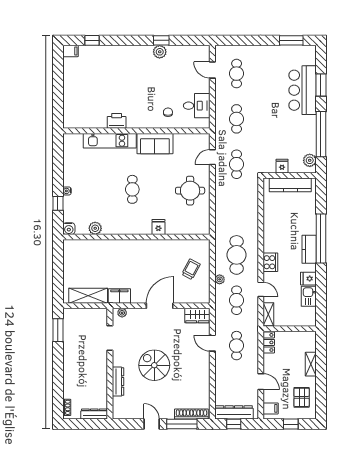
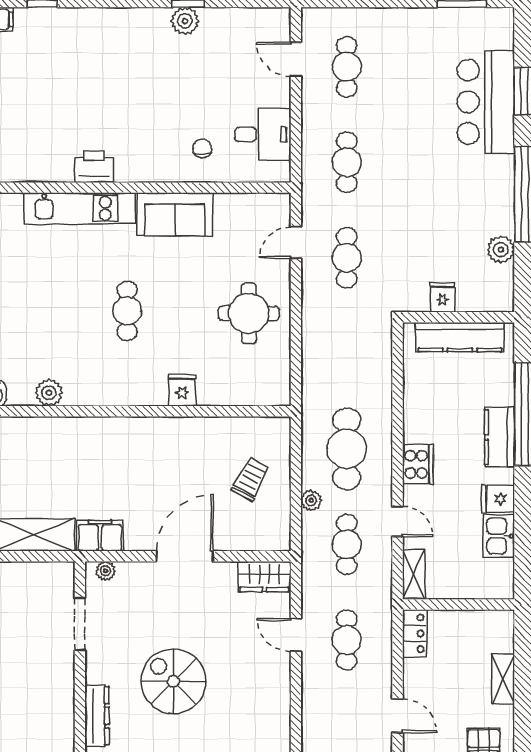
fridge: (282, 166) -> (443, 297), moved
wall: (290, 176) -> (459, 317), moved
kitchen counter: (290, 185) -> (460, 337), moved

